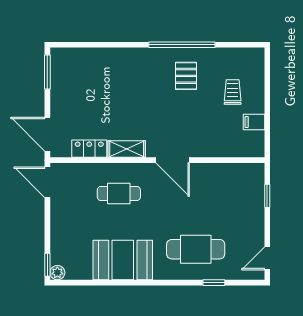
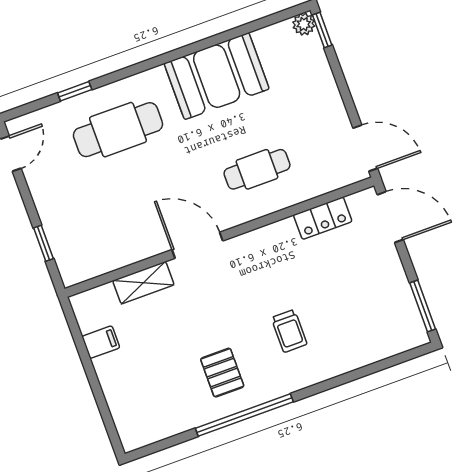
trolley: (233, 92) -> (289, 331), moved
shelving: (127, 149) -> (143, 283), moved

